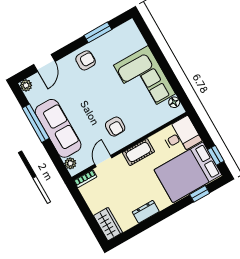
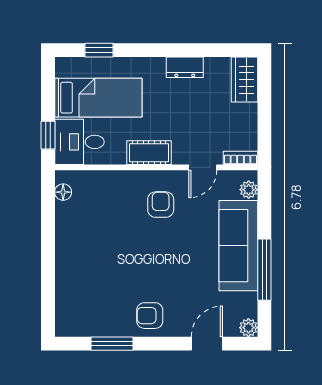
corner sofa: (145, 79) -> (85, 245), removed
window: (216, 155) -> (48, 135), moved
bed: (188, 172) -> (98, 98), width x0.67

